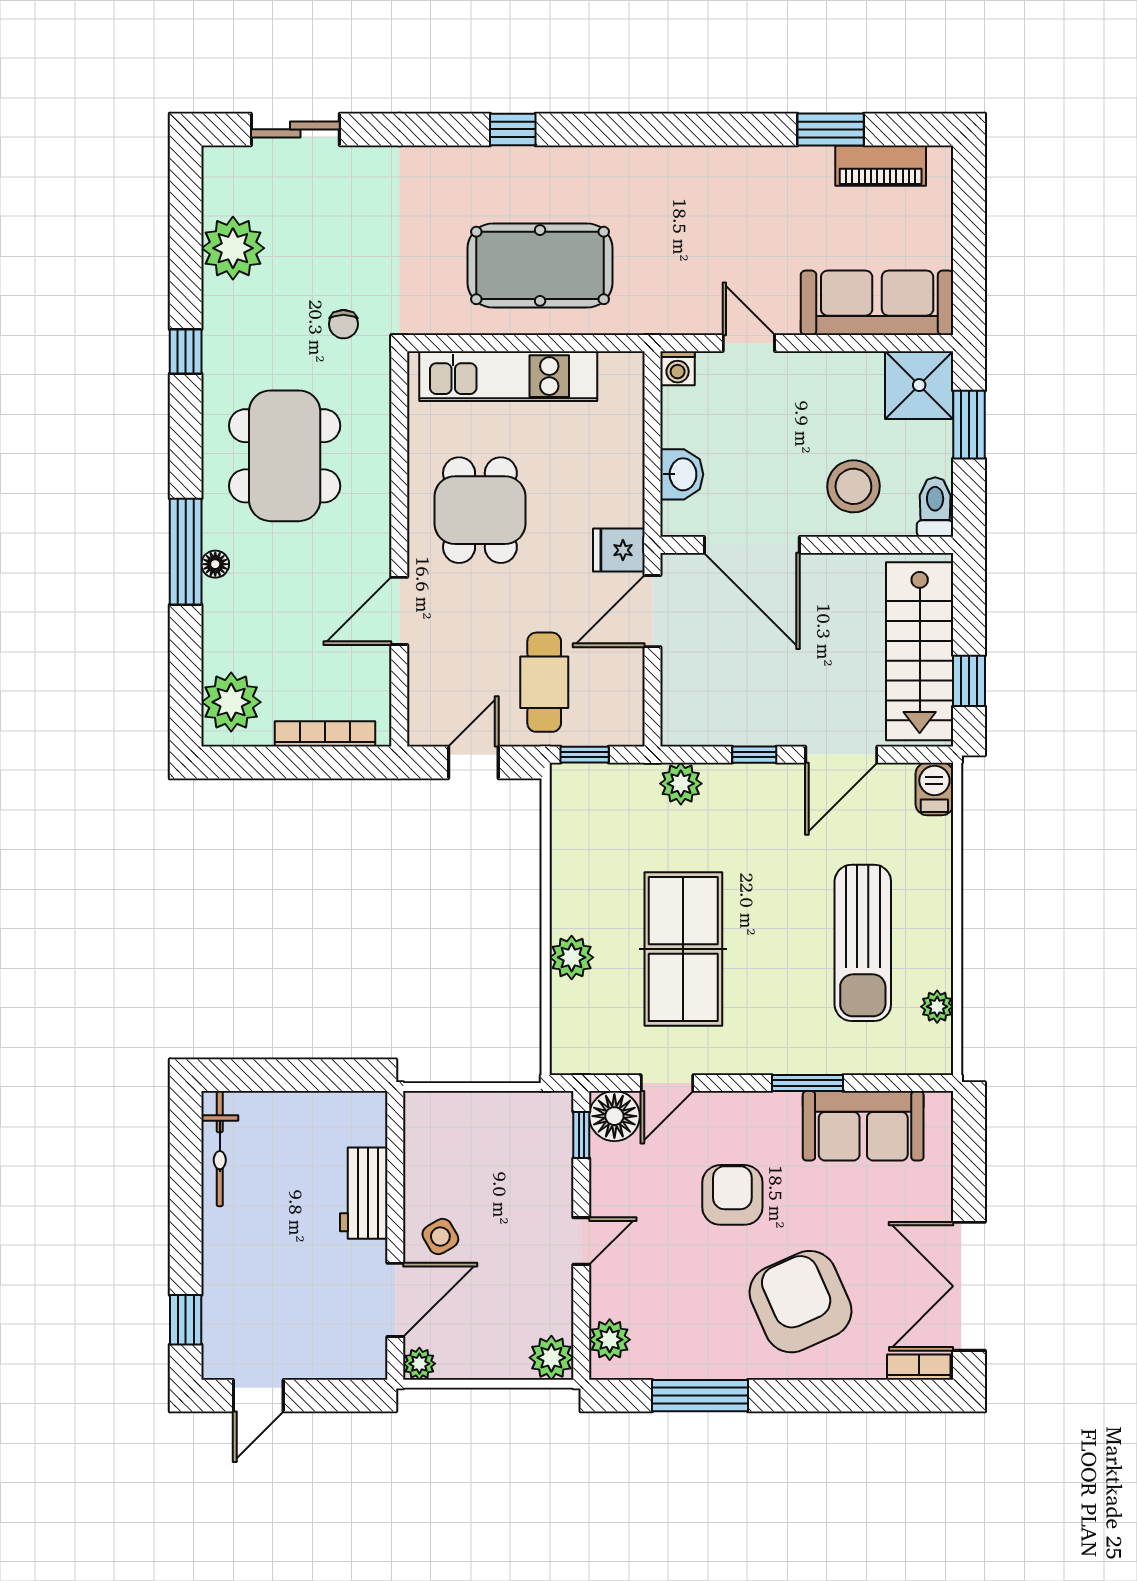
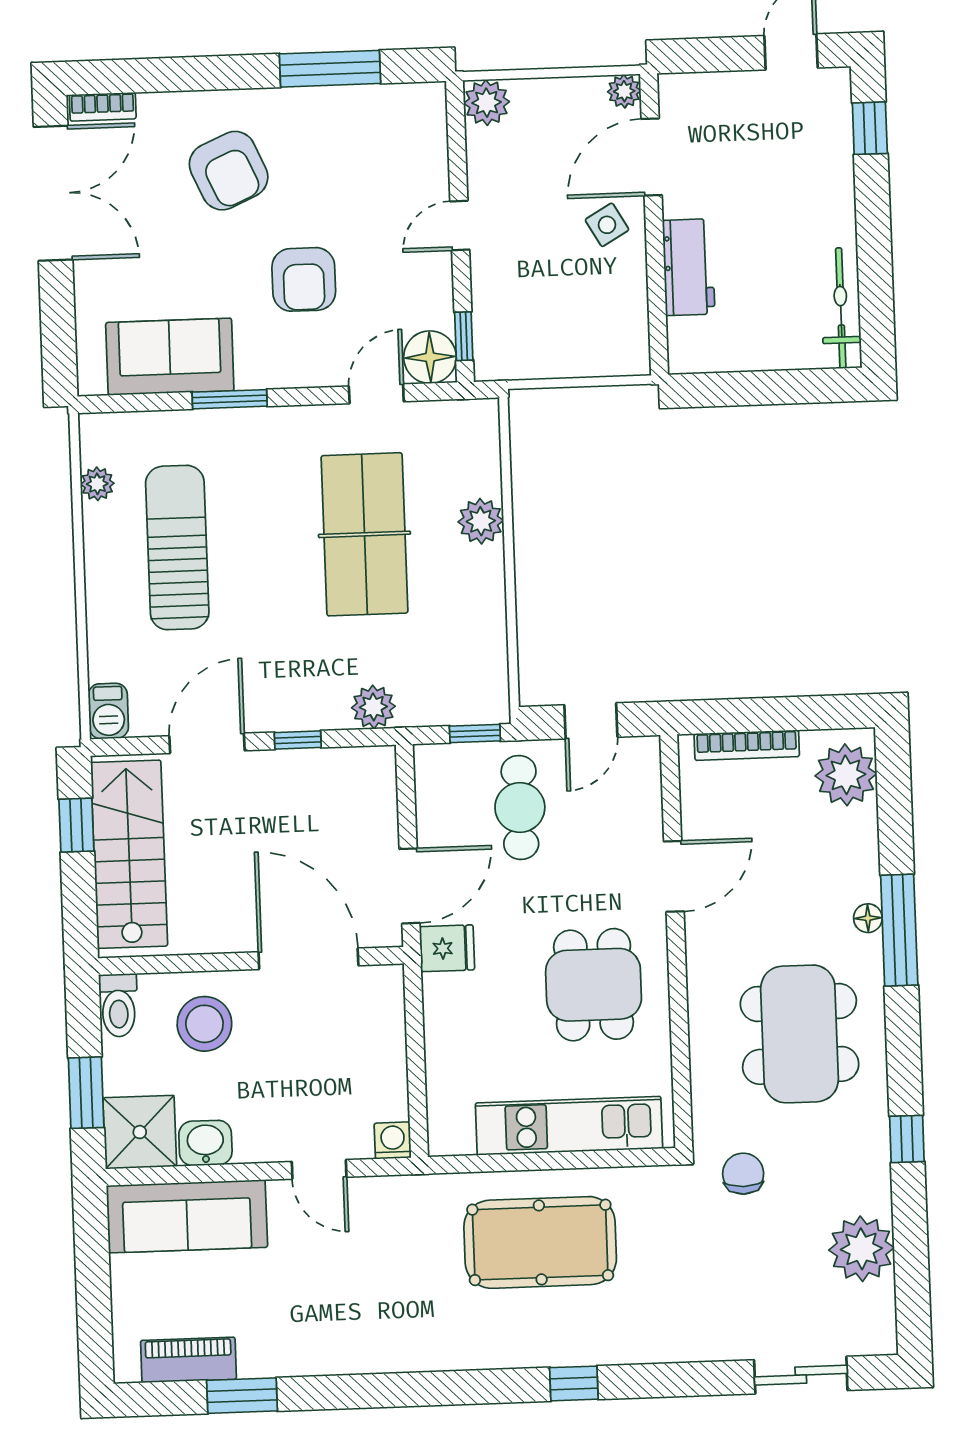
chair: (343, 324) -> (743, 1174), width x1.37, depth x1.37
washbasin: (682, 474) -> (205, 1143), moved, turned 90
armchair: (801, 1302) -> (229, 171), width x0.73, depth x0.73
plant: (610, 1340) -> (426, 124), removed

